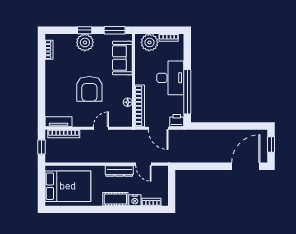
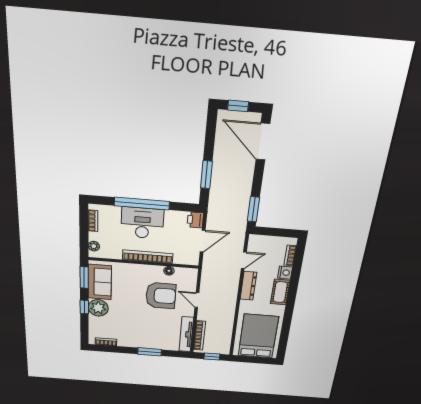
plant: (149, 42) -> (94, 246), width x0.53, depth x0.53
sofa: (122, 58) -> (100, 282), moved, turned -90
armchair: (89, 89) -> (161, 296), moved
window: (42, 90) -> (150, 352), added
window: (187, 92) -> (142, 204), moved
bookcase: (140, 106) -> (148, 257), moved
tv unit: (58, 122) -> (186, 334), width x1.41
window: (216, 126) -> (206, 175), added
window: (190, 166) -> (253, 209), added

